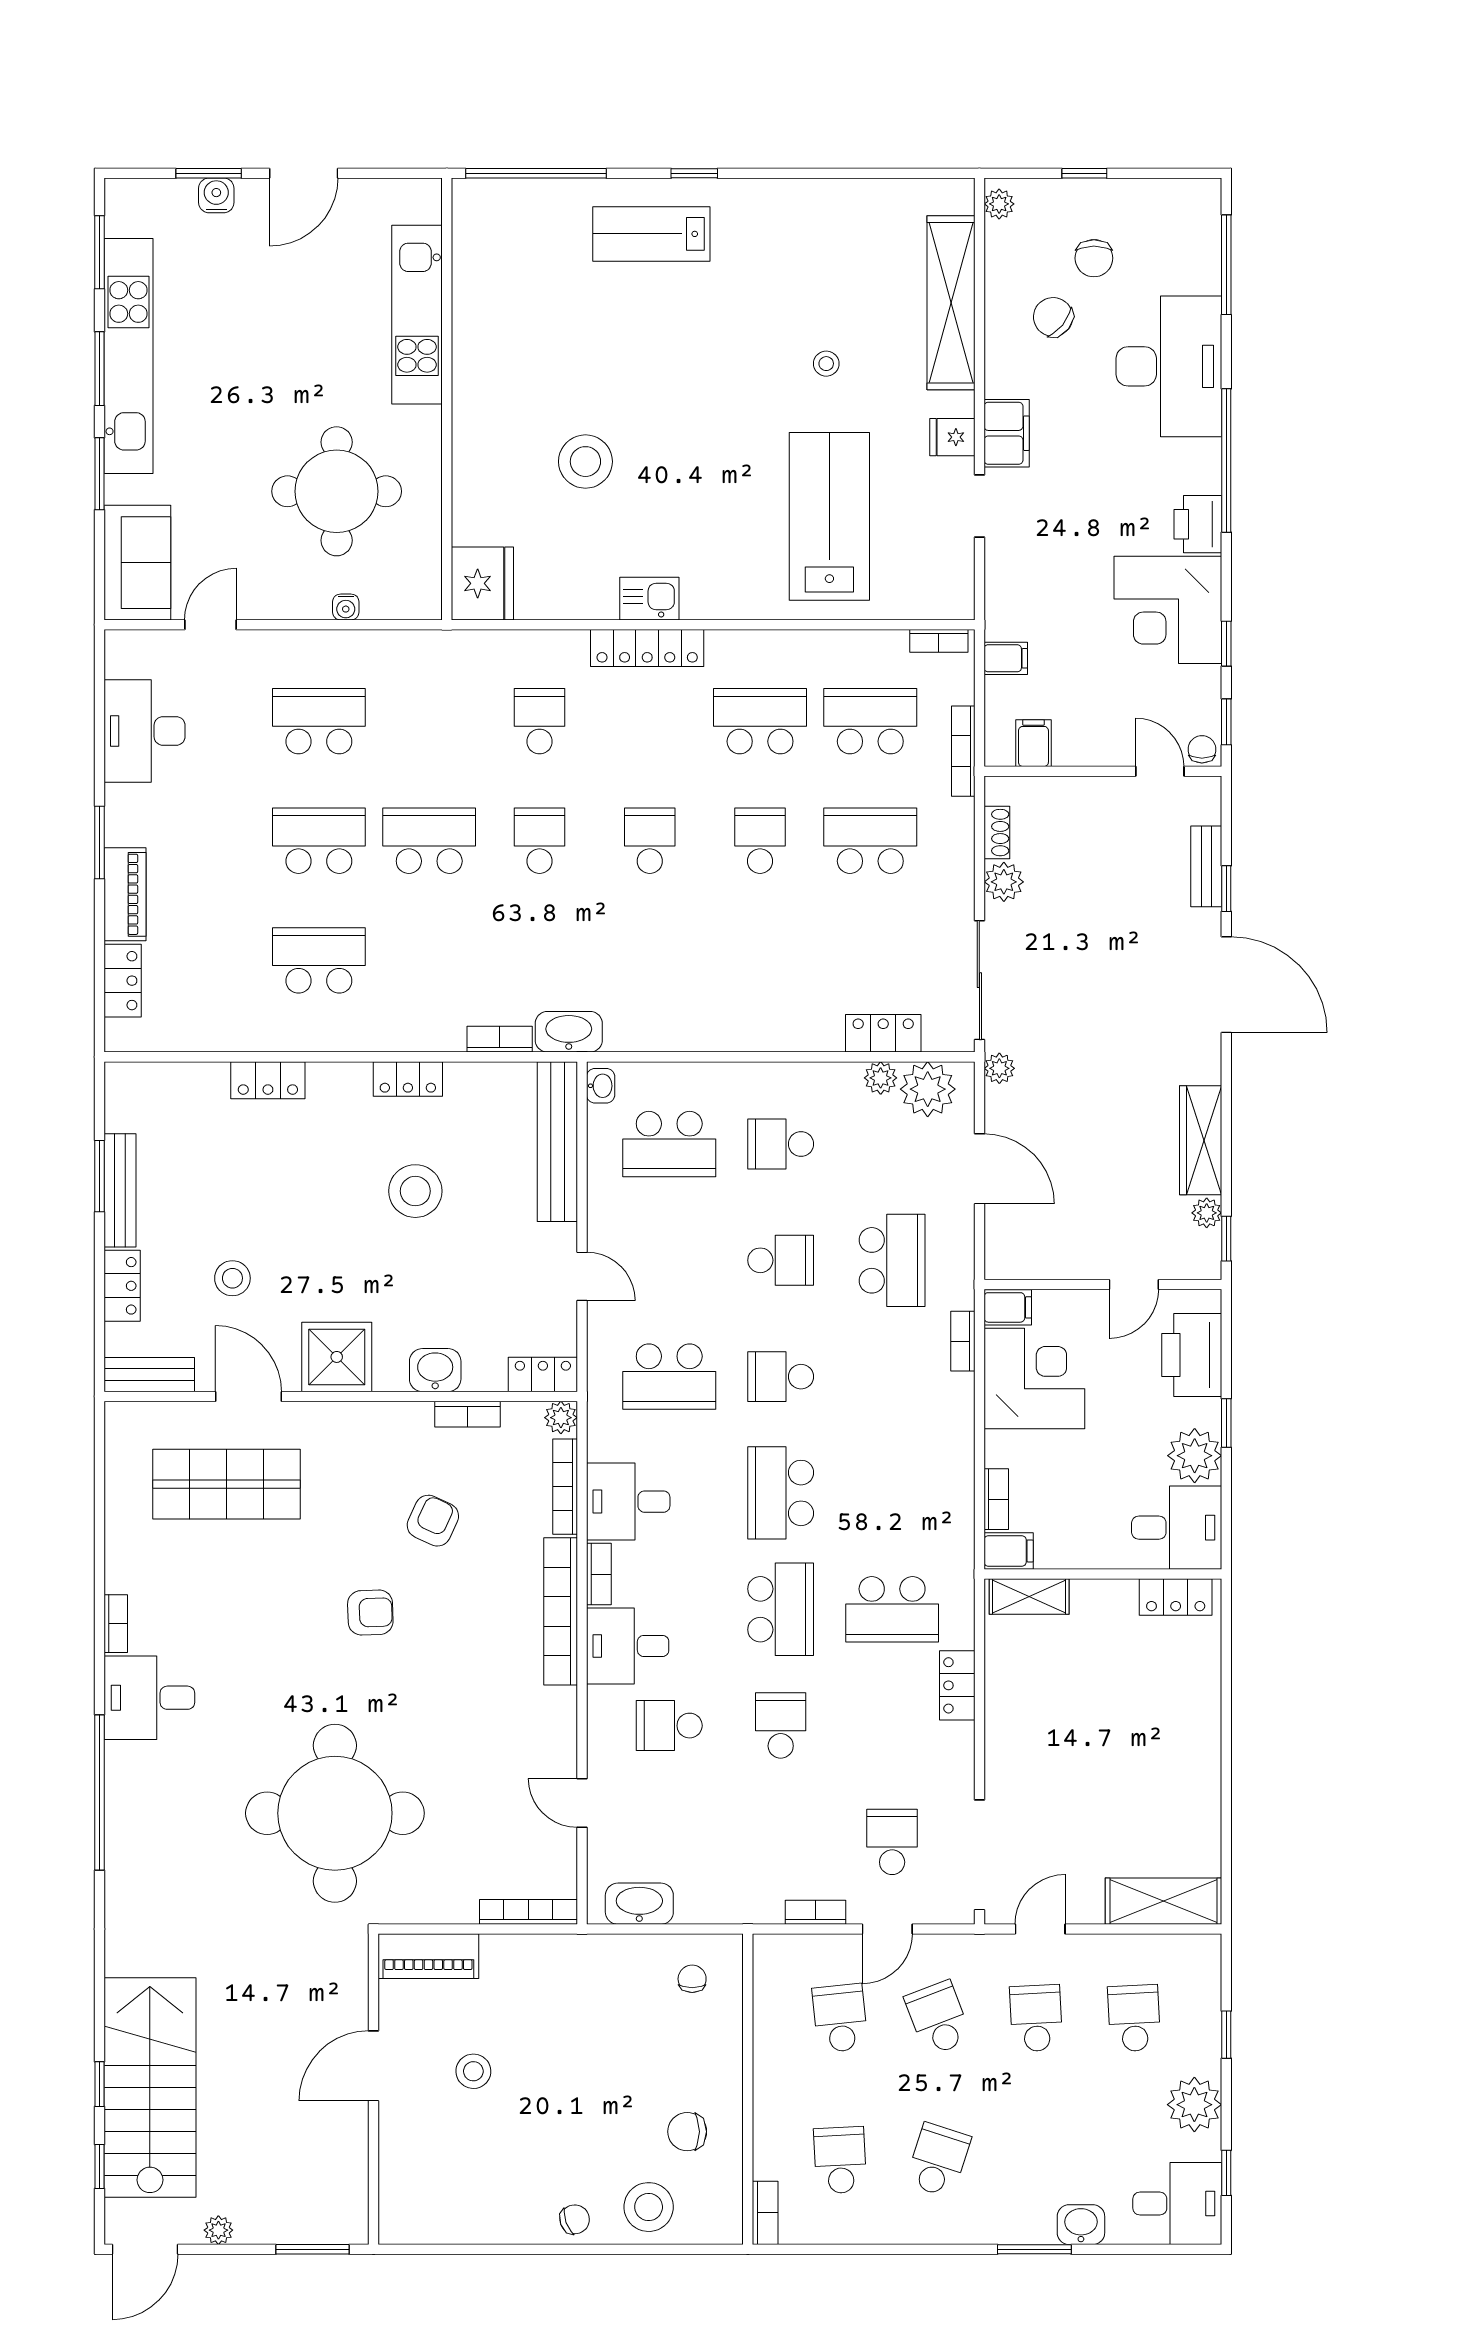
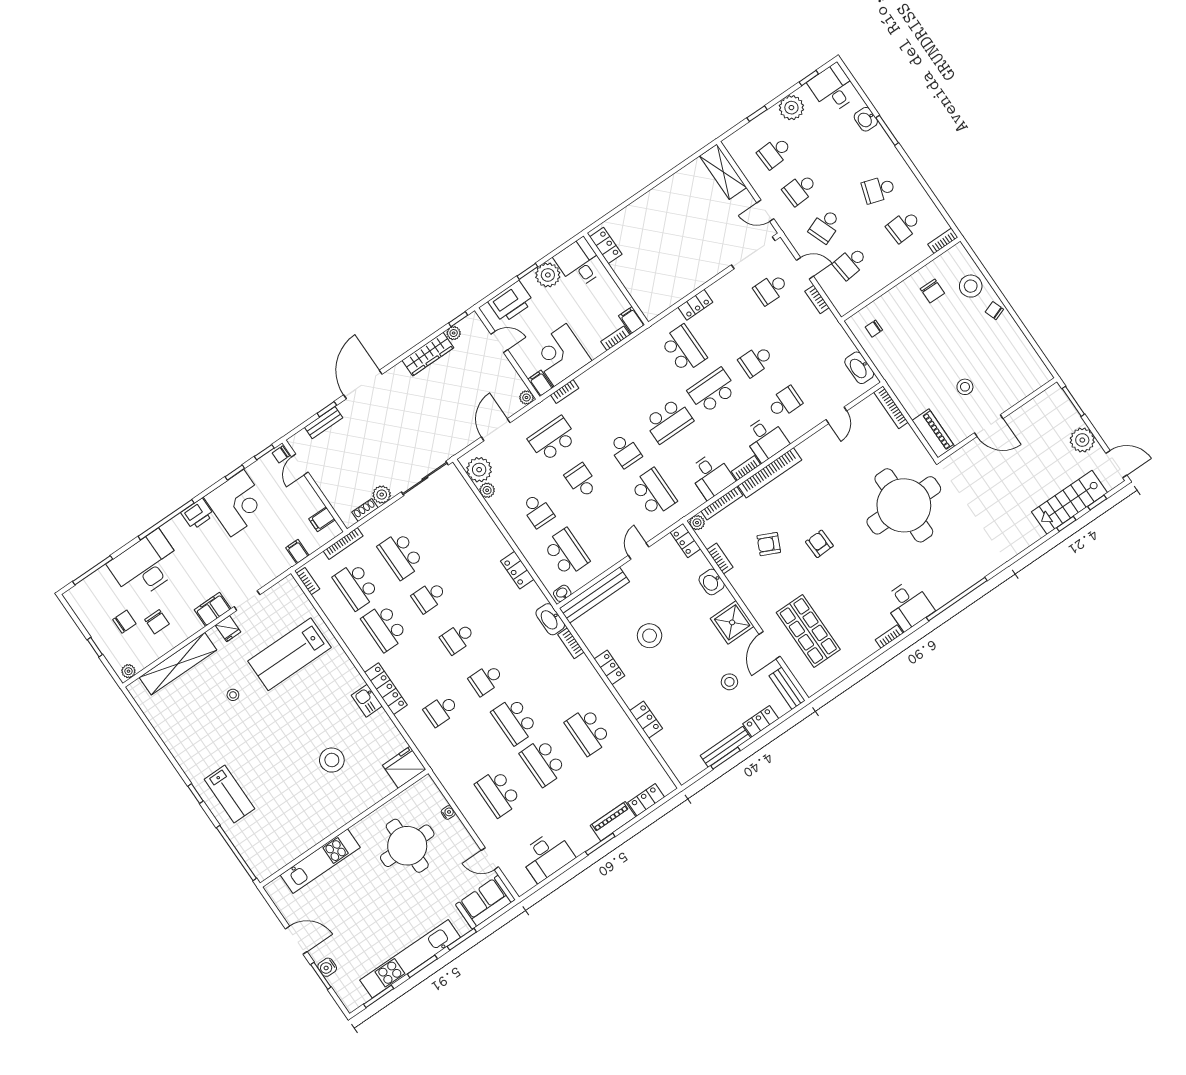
chair: (1053, 317) -> (157, 622), turned -39
locker: (883, 1033) -> (517, 570), moved
plant: (999, 1068) -> (526, 398), moved
shelving: (1029, 1596) -> (643, 301), removed
school desk: (669, 1726) -> (785, 403), turned -90
stairs: (150, 2088) -> (1069, 502), width x0.73, depth x0.66
plant: (218, 2230) -> (1082, 440), width x1.88, depth x1.88

